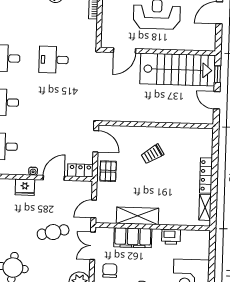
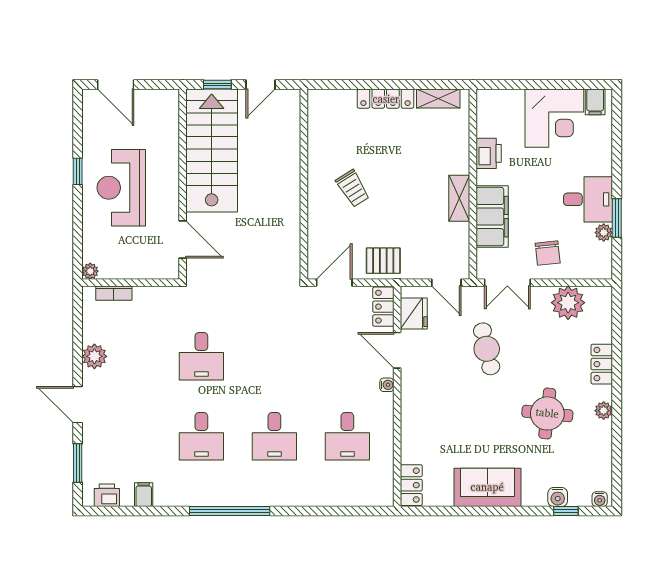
fridge: (25, 187) -> (414, 314), moved
shelving: (138, 216) -> (459, 198), width x0.67, depth x0.75
chair: (110, 271) -> (548, 253), turned -96

